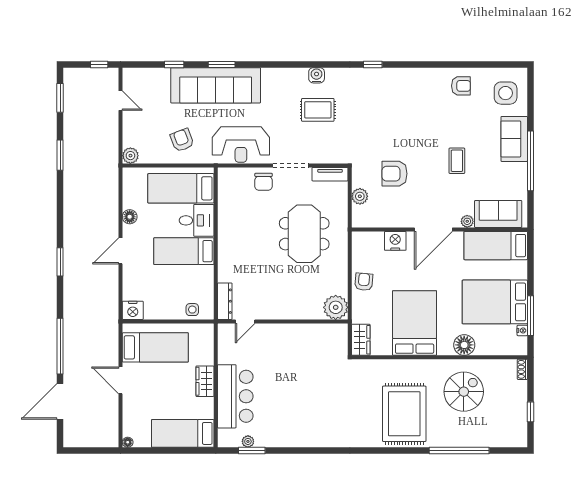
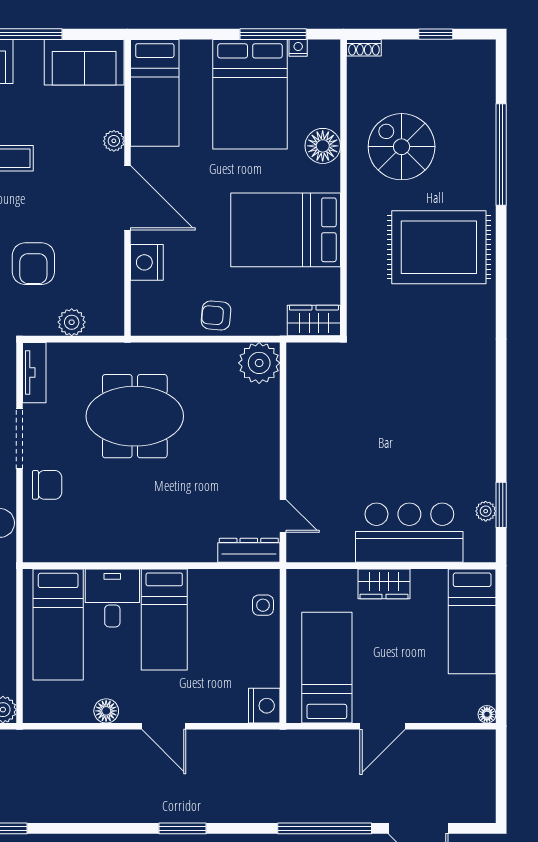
sofa: (498, 214) -> (84, 62), moved, turned -90

